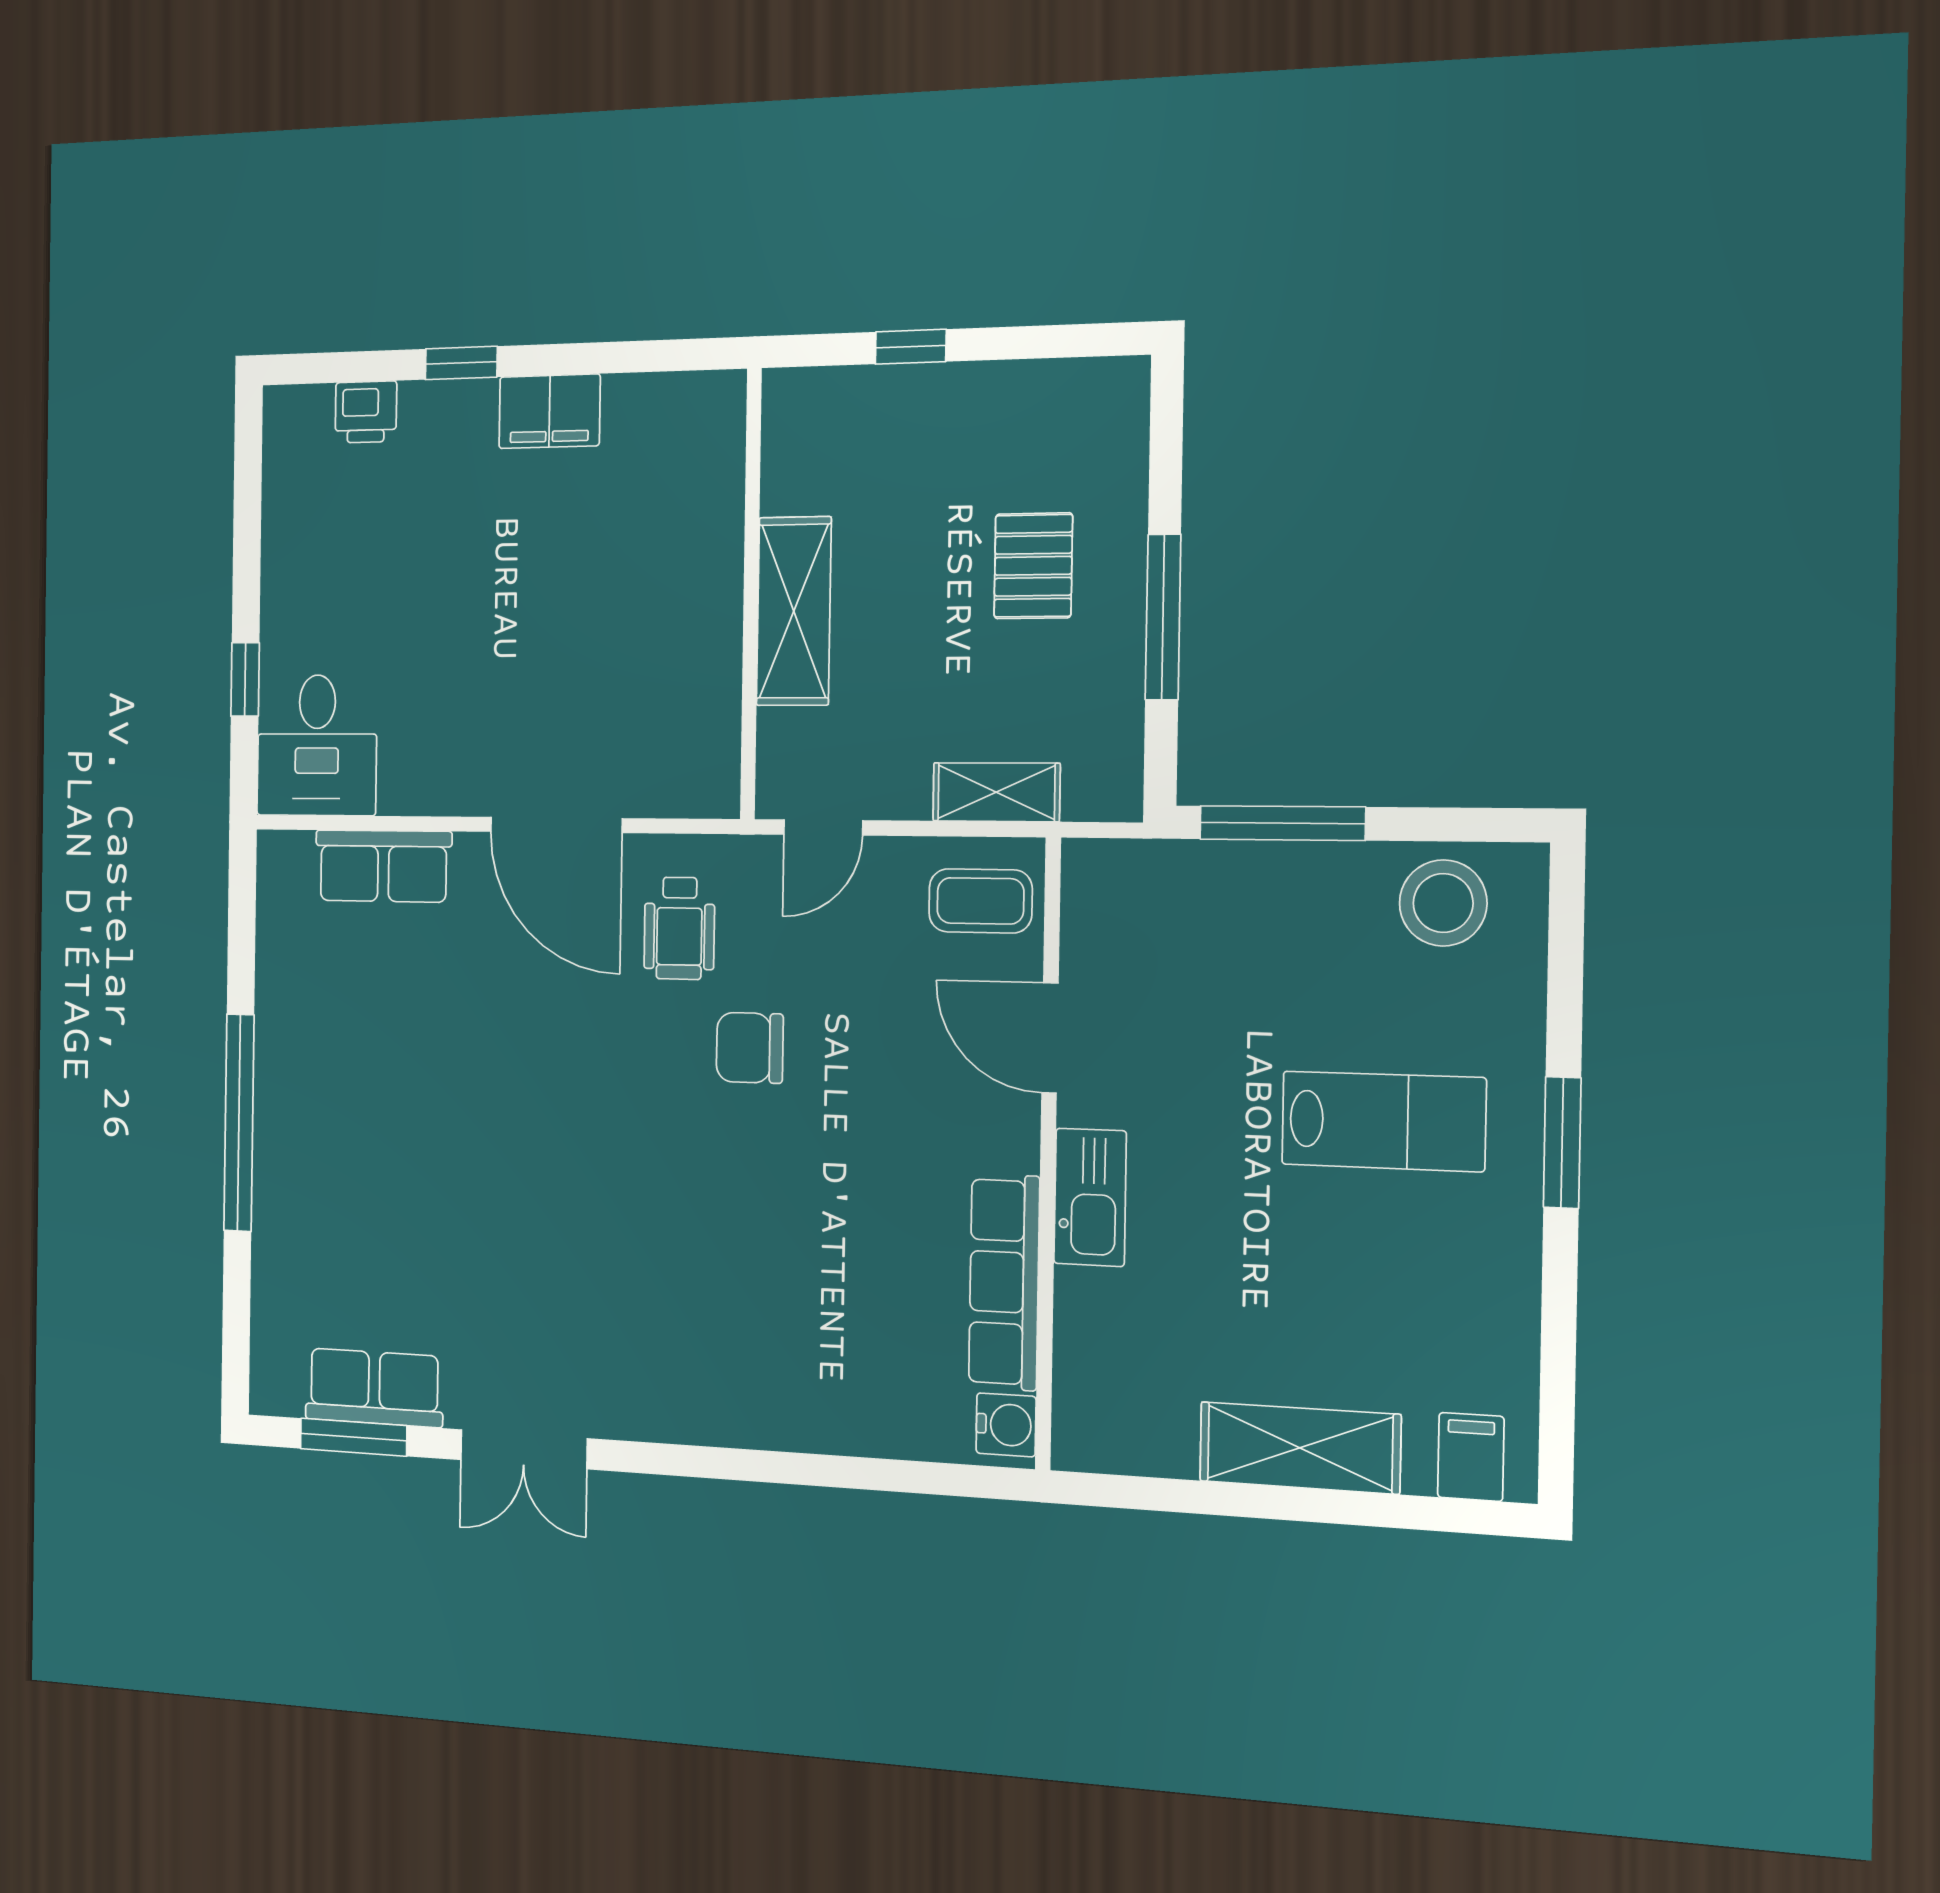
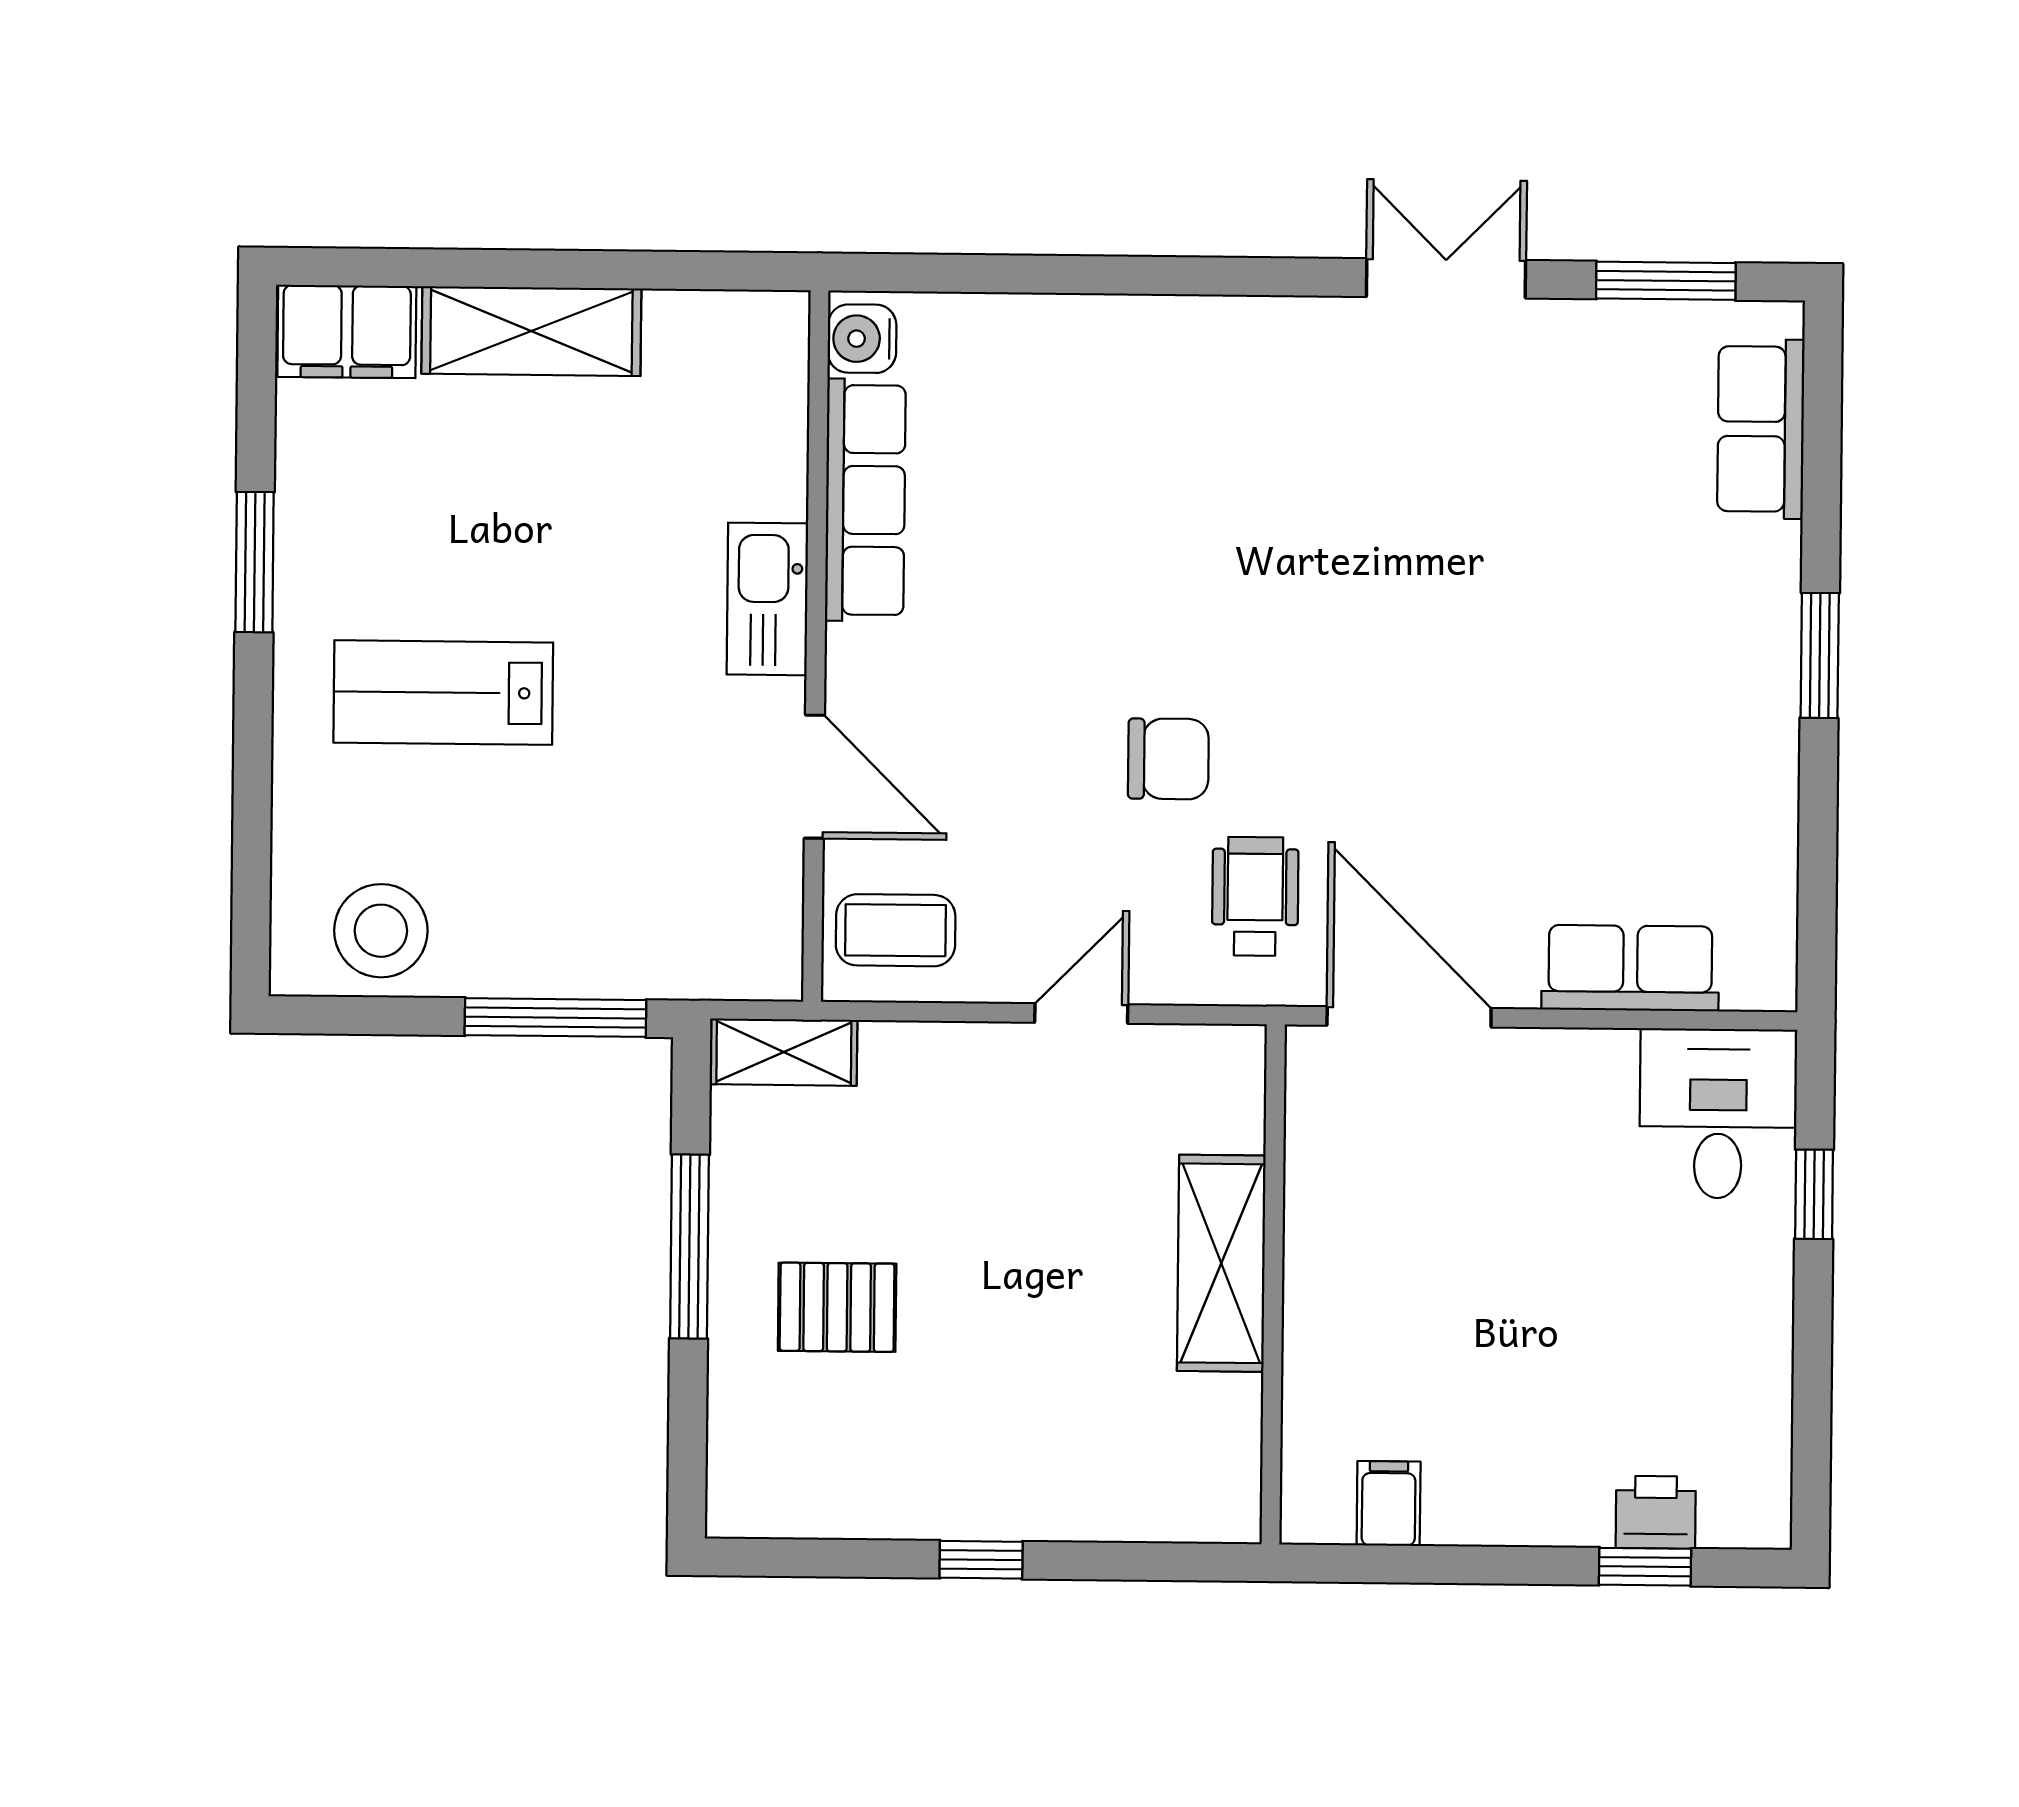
window: (461, 363) -> (1645, 1567), moved
filing cabinet: (549, 411) -> (1389, 1503), width x0.50
pallet: (1033, 566) -> (837, 1307), turned 90
wall: (751, 594) -> (1273, 1284), moved
shelving: (794, 611) -> (1221, 1263), moved
shelving: (996, 792) -> (784, 1052), moved
window: (239, 1123) -> (1820, 655), width x0.47
window: (1562, 1143) -> (255, 562), moved
row of seats: (374, 1388) -> (1761, 429), moved, turned 90
filing cabinet: (1471, 1457) -> (347, 331), width x2.00

